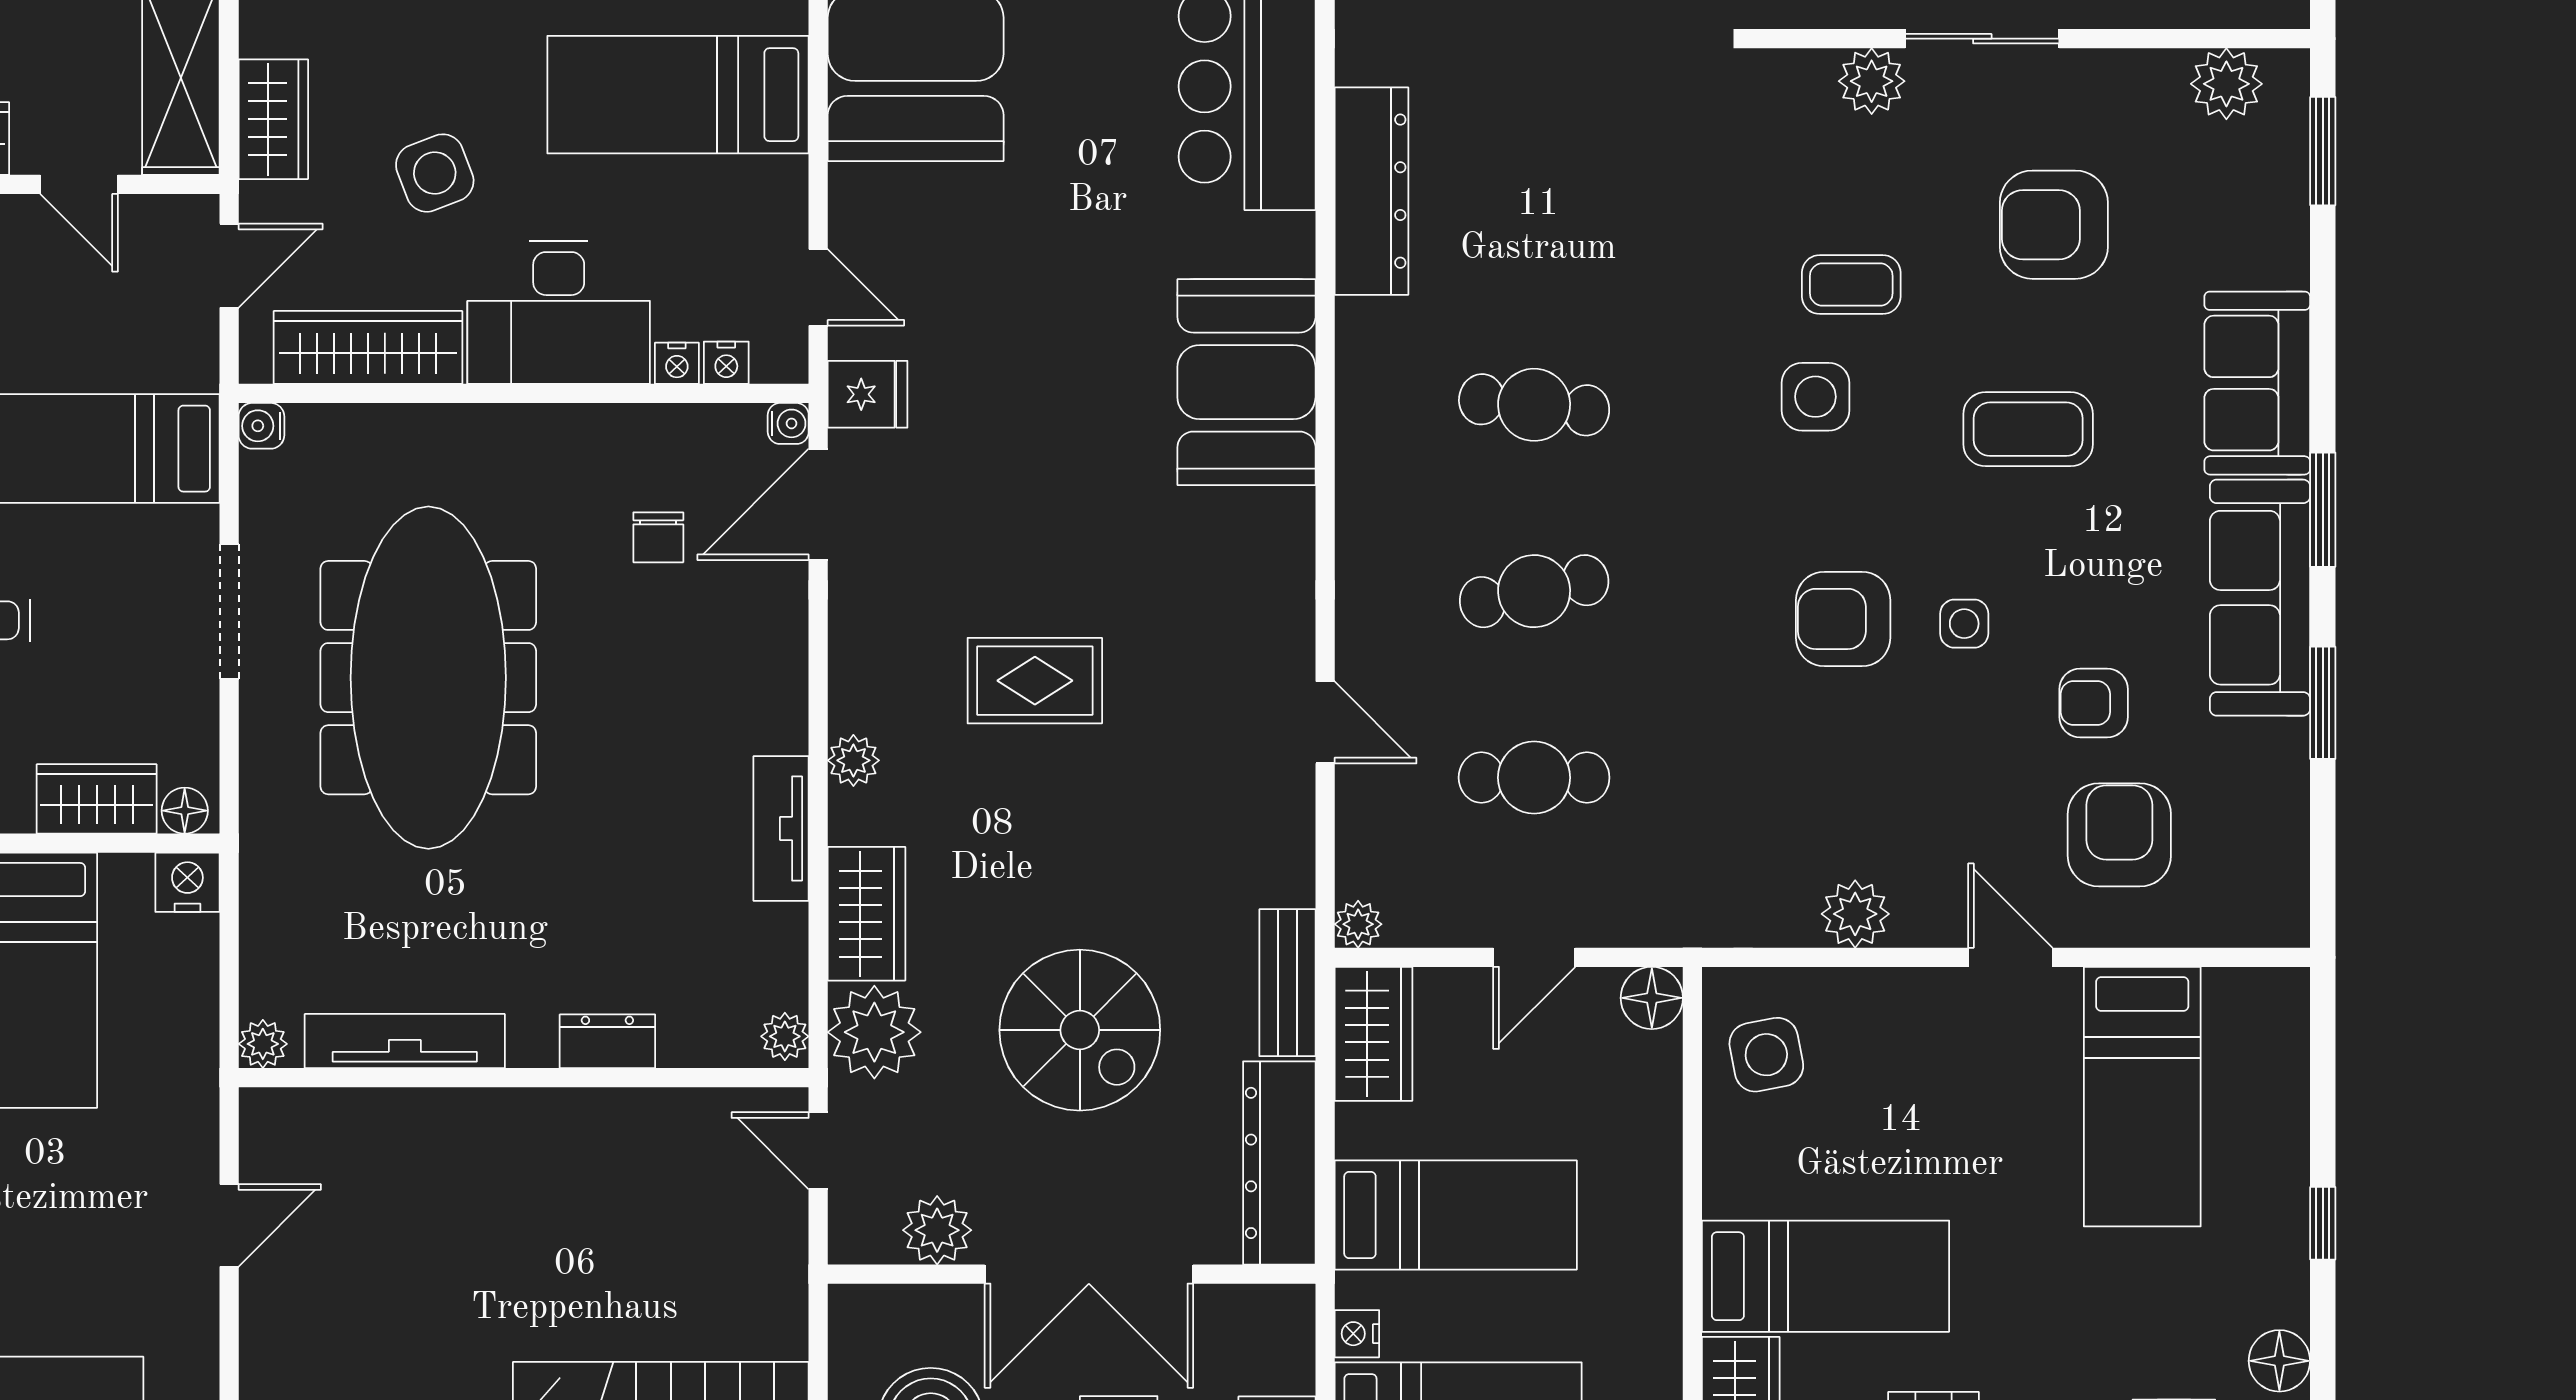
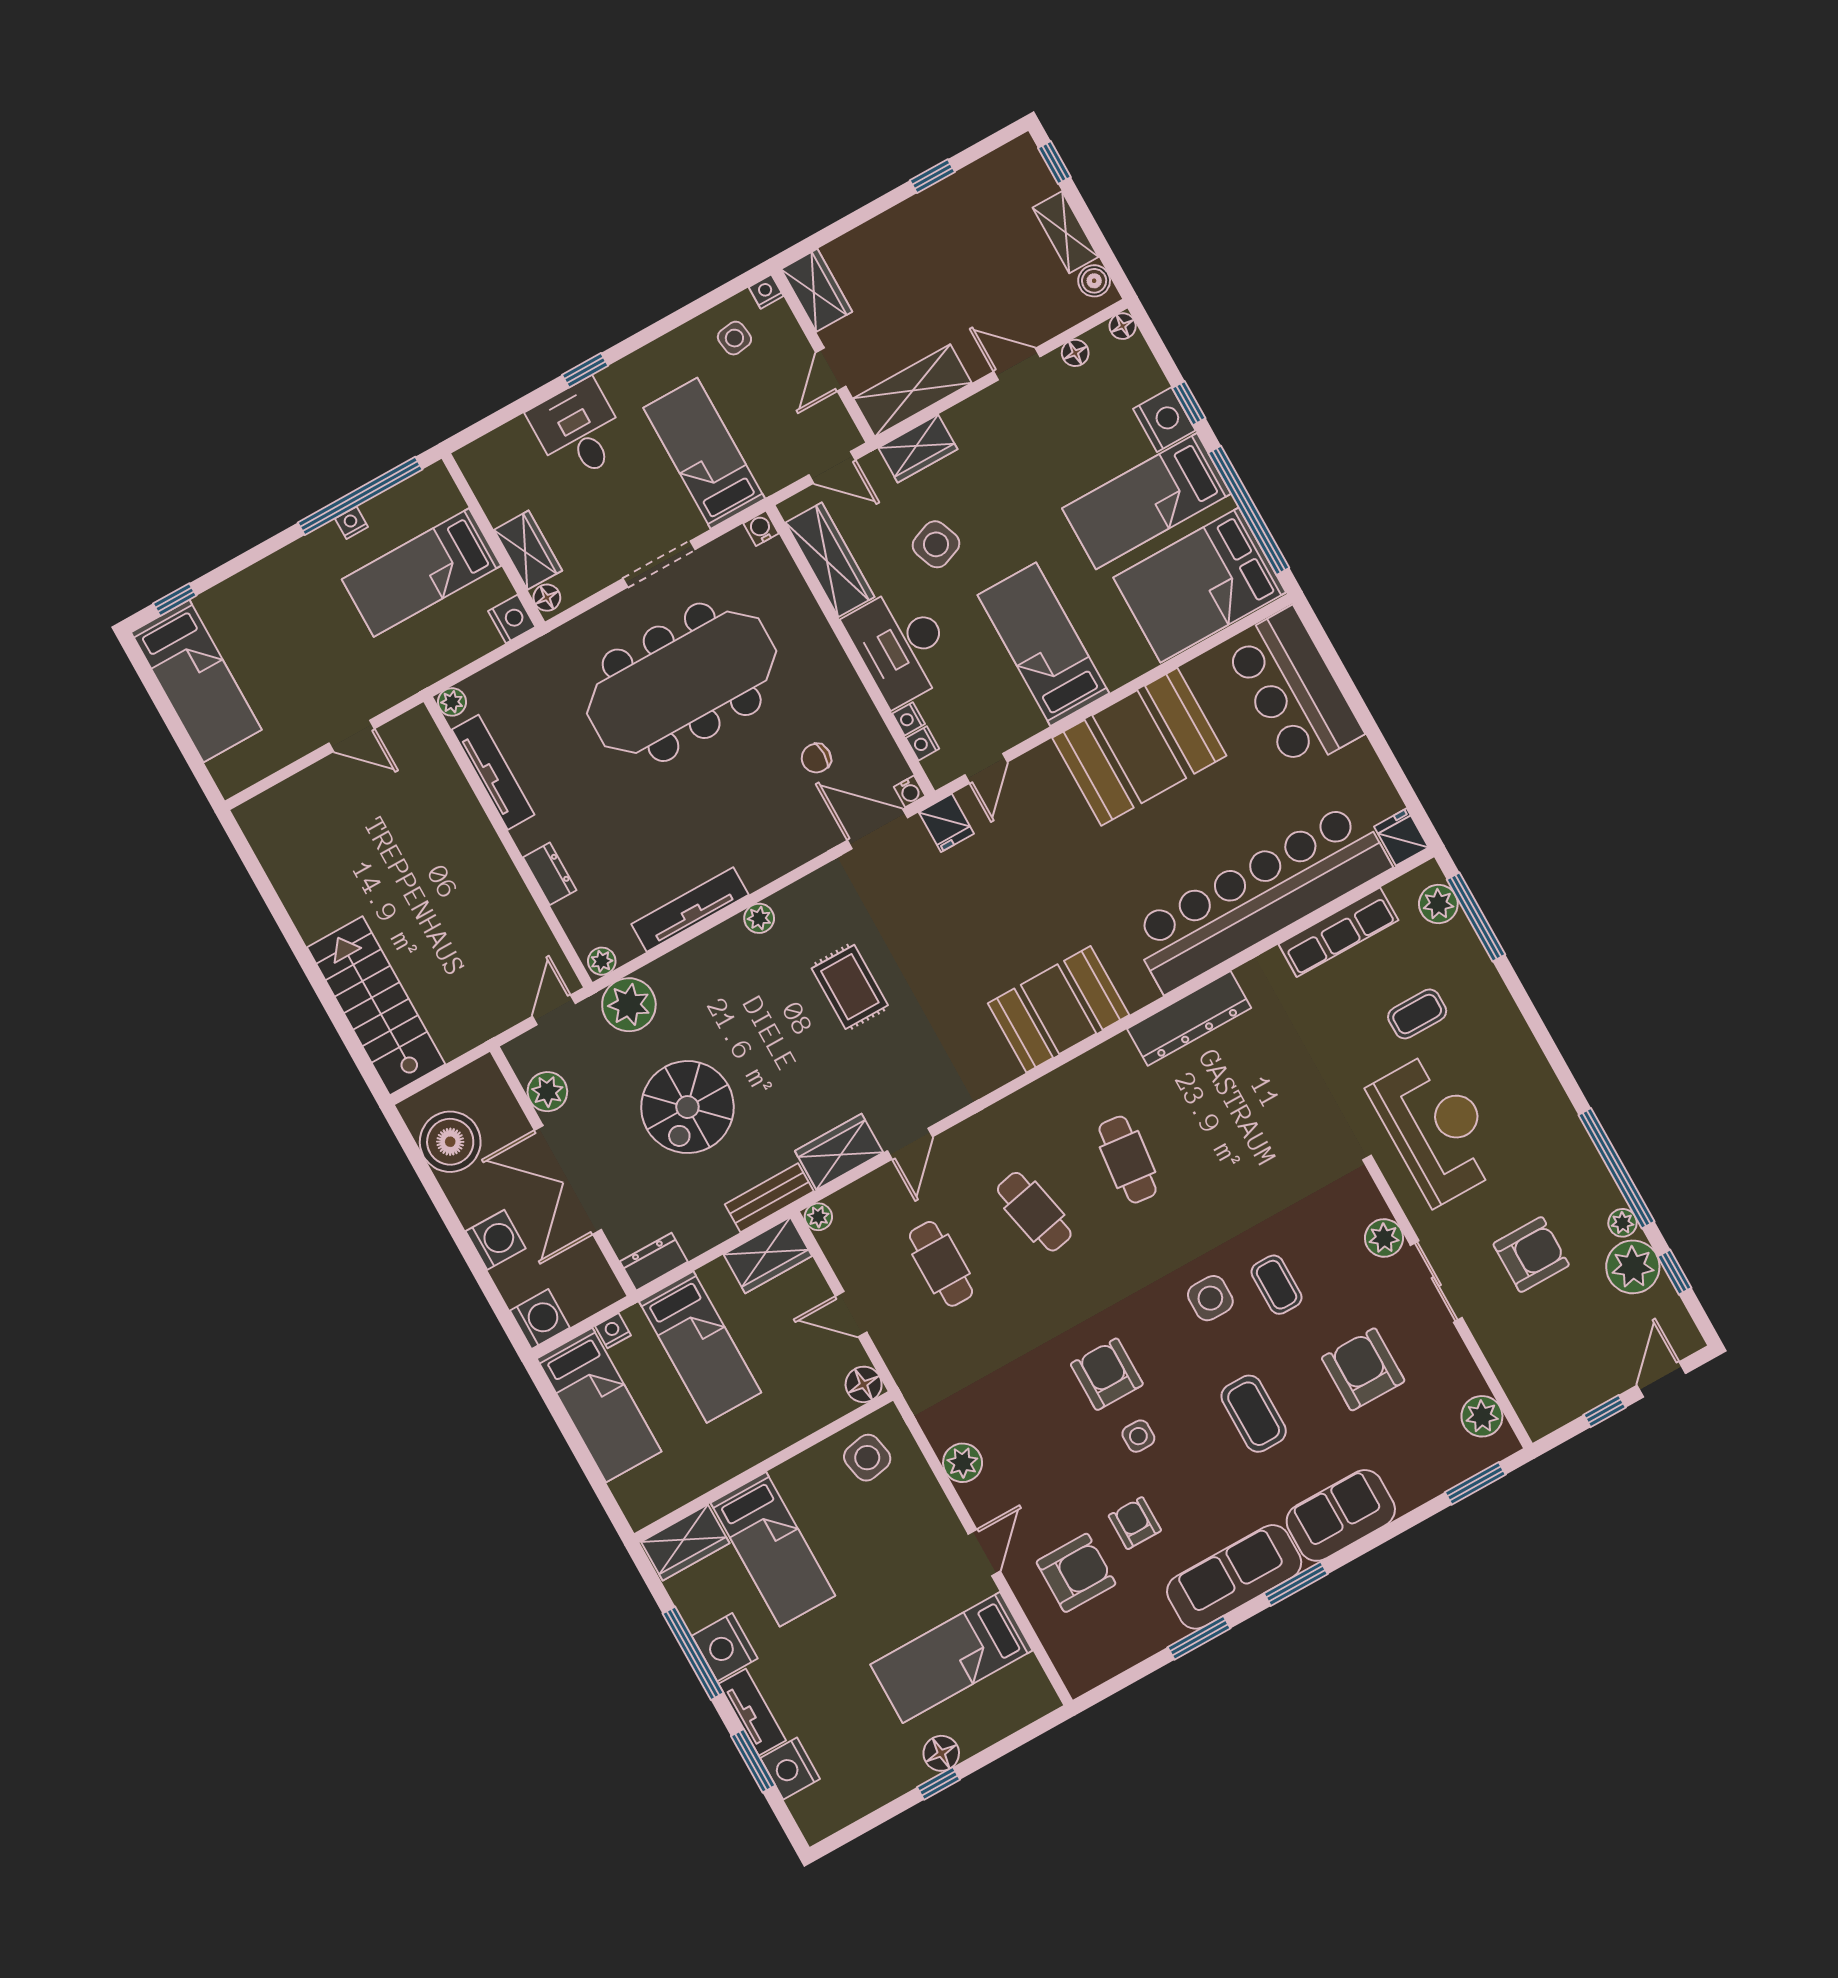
tv unit: (781, 829) -> (690, 909), width x1.41
wardrobe: (867, 914) -> (839, 1152), moved, turned 180
dresser: (1279, 1163) -> (654, 1262), width x0.51, depth x0.80
floor lamp: (2279, 1361) -> (941, 1753), moved

